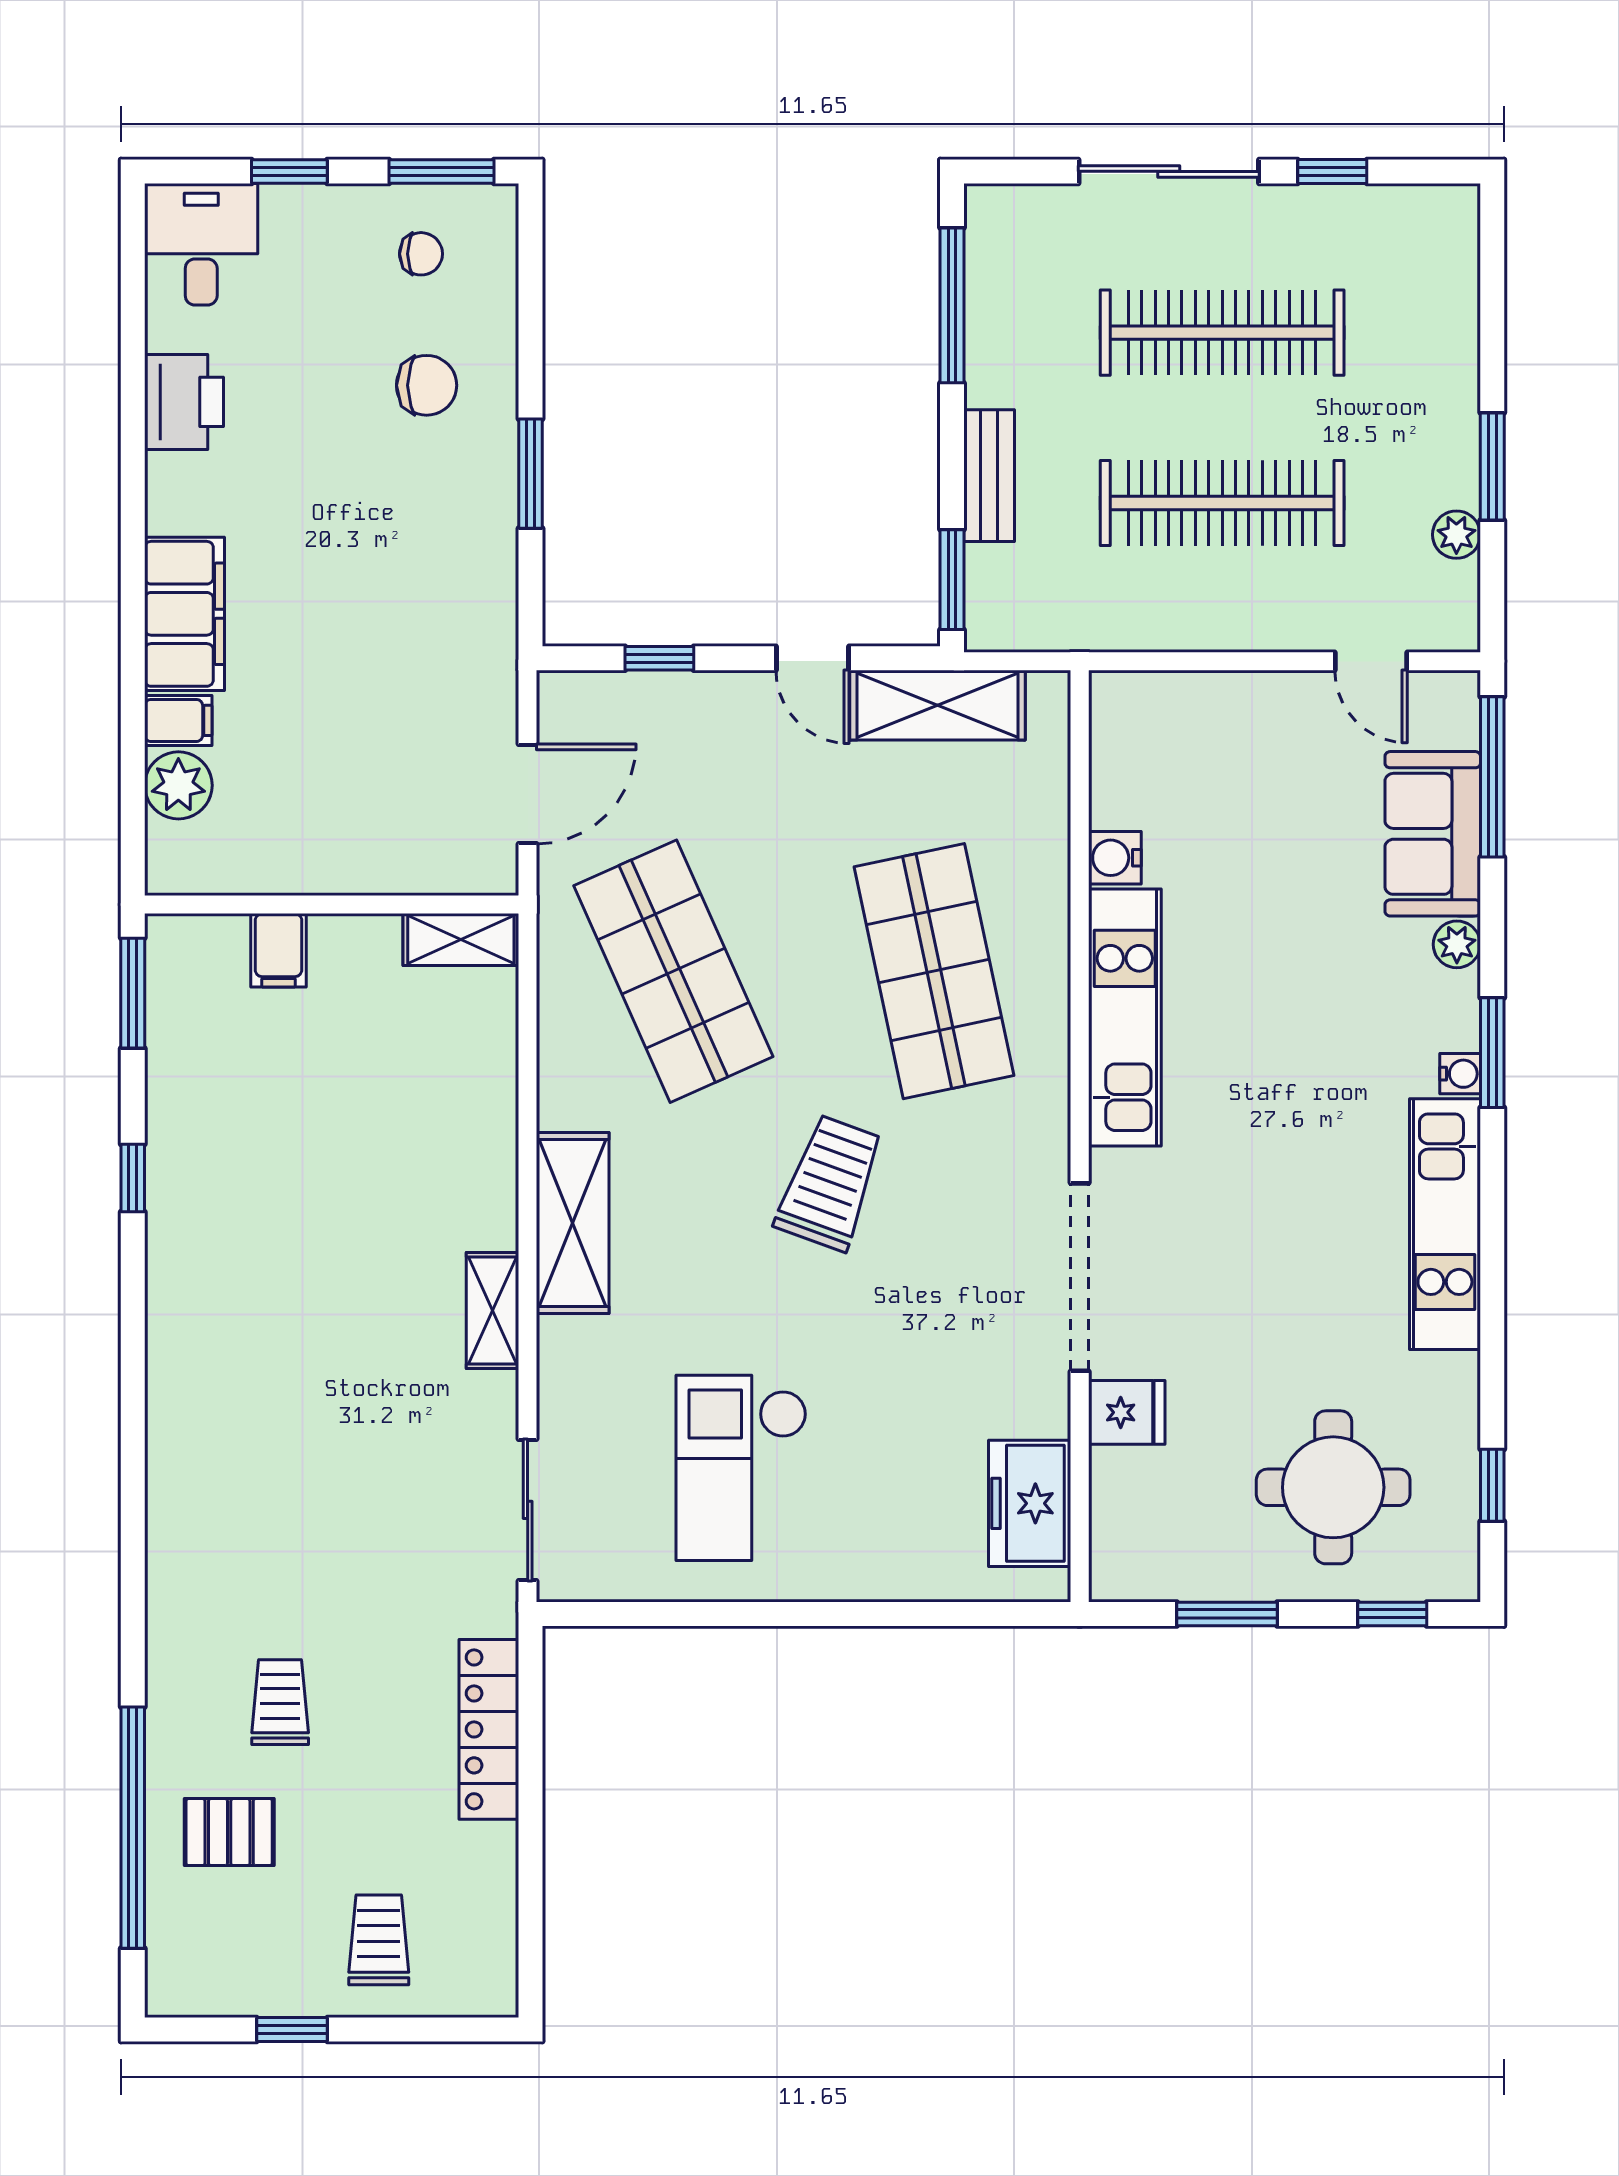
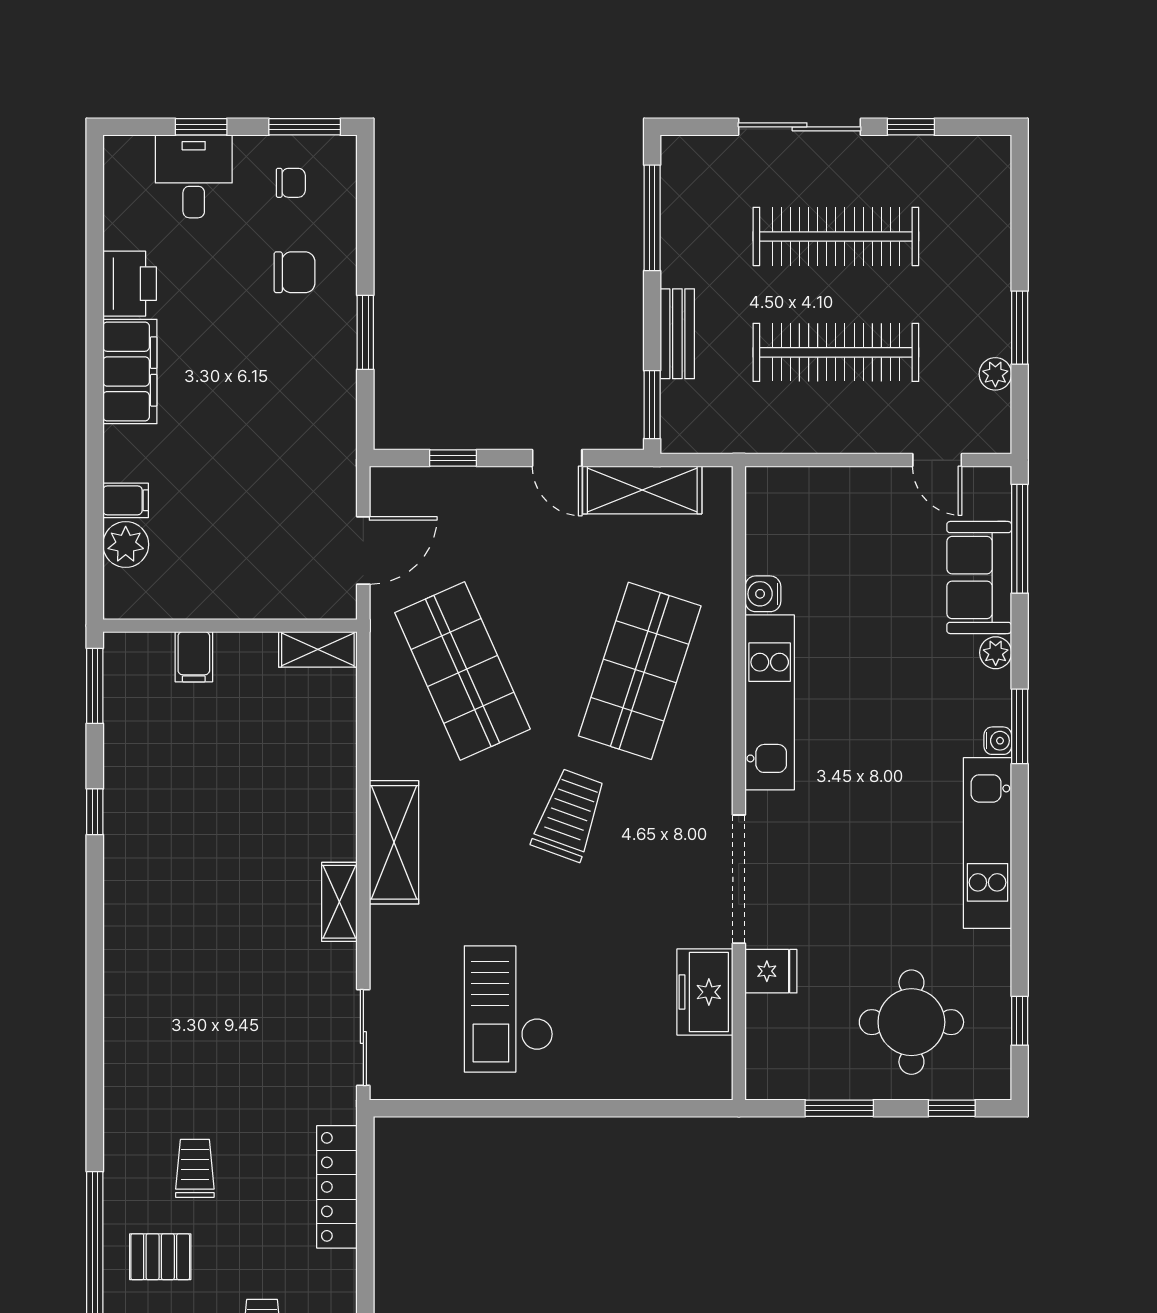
desk: (201, 244) -> (194, 176), moved
filing cabinet: (184, 614) -> (130, 371), moved
shop shelf: (934, 971) -> (640, 671), turned 30
freezer: (1030, 1503) -> (705, 992), moved

